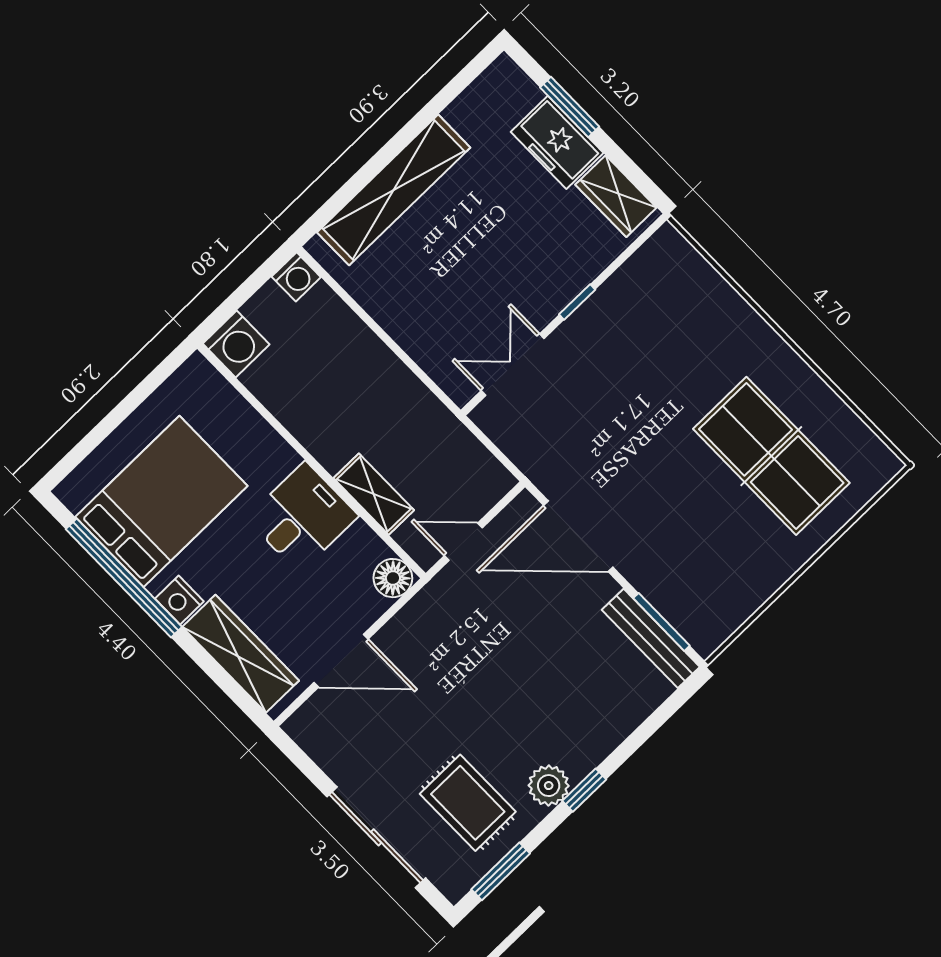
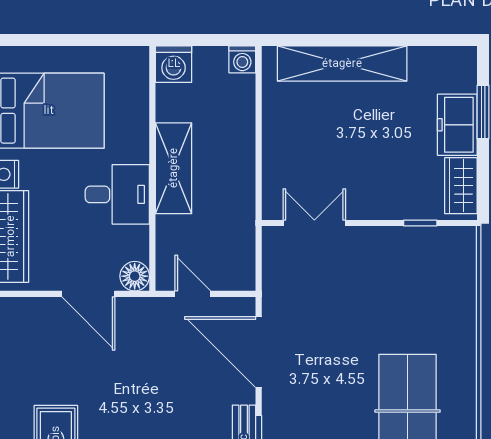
window: (577, 302) -> (420, 223), moved
shelving: (374, 494) -> (174, 168), moved, width x1.50, depth x1.33
door: (341, 661) -> (88, 294), moved

